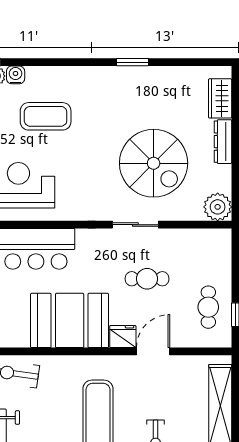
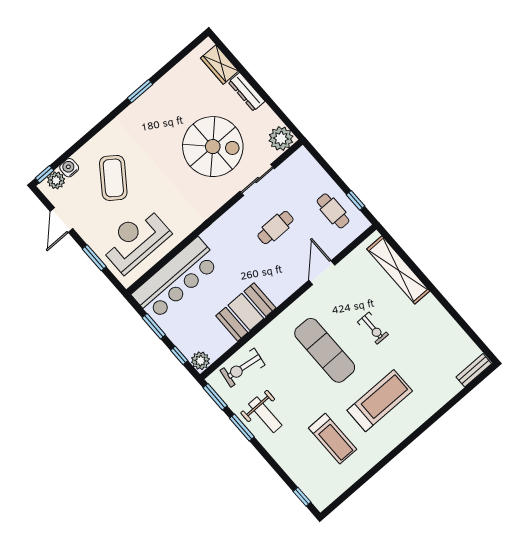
coffee table: (46, 116) -> (113, 178), turned -54
sliding door: (135, 225) -> (257, 180), moved
booth: (70, 320) -> (246, 312), width x0.73, depth x0.70
fridge: (123, 337) -> (293, 280), removed

